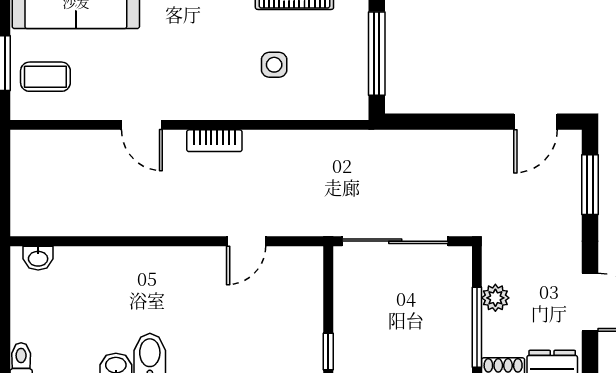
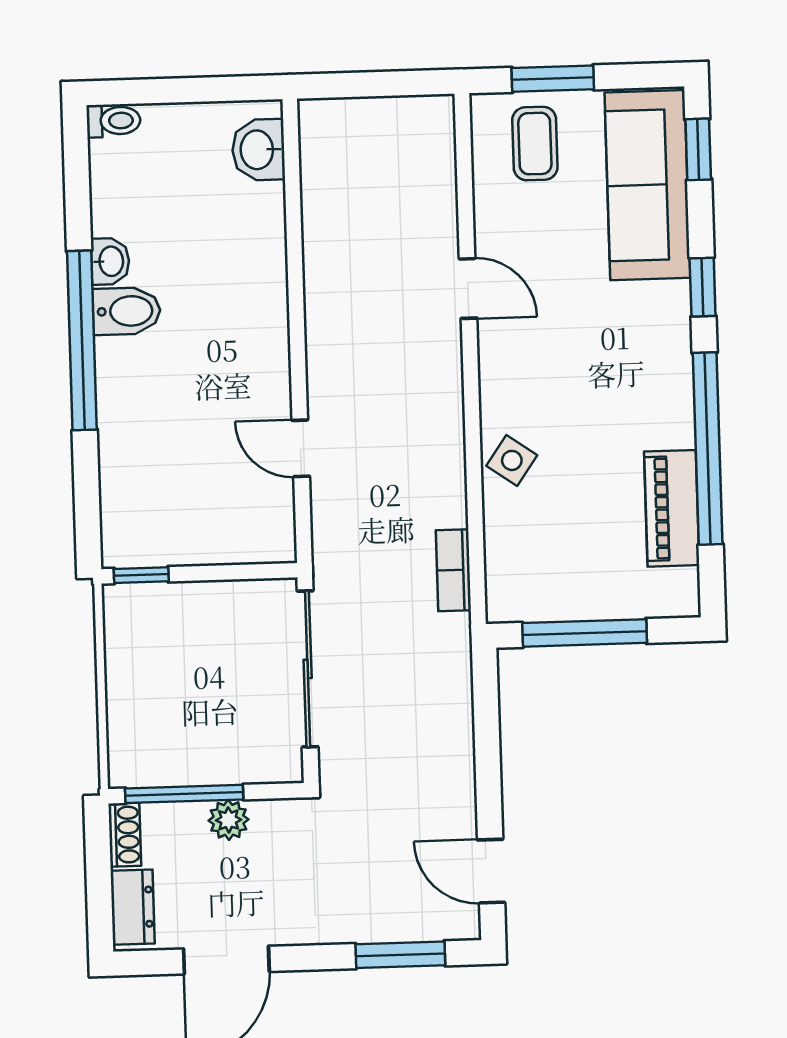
side table: (274, 65) -> (512, 460), moved, turned 35
door: (142, 125) -> (468, 288), swing flipped
bookcase: (214, 141) -> (453, 570), moved
washbasin: (38, 258) -> (258, 150), width x1.38, depth x1.45

